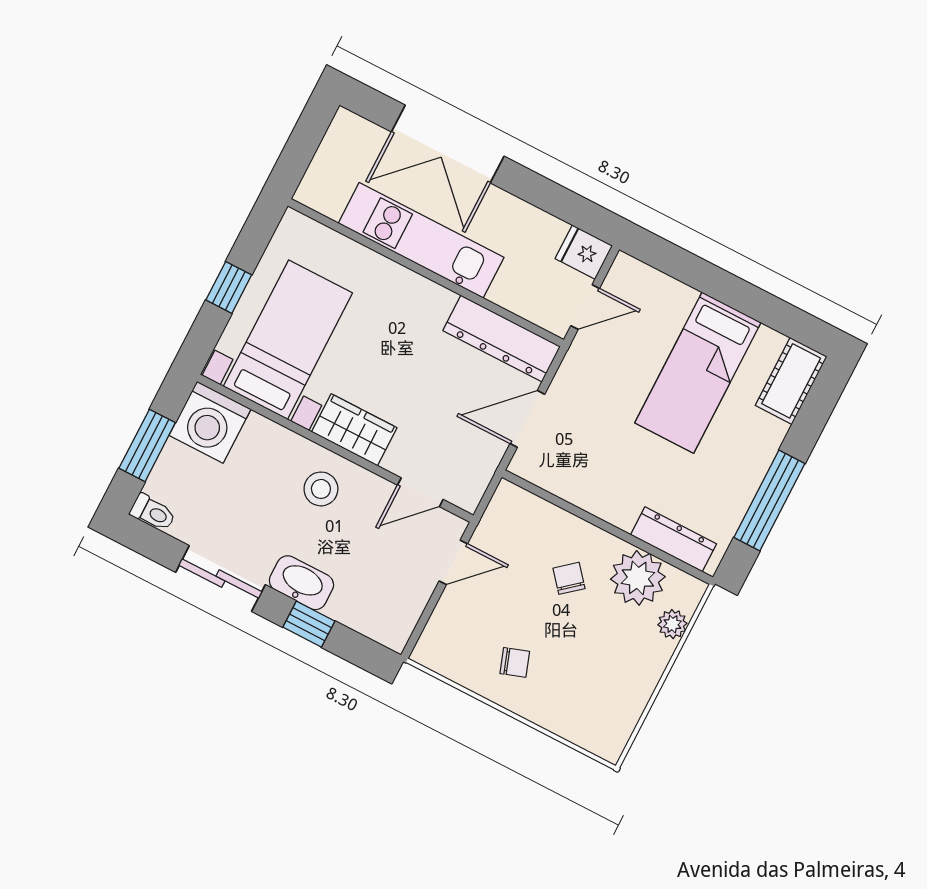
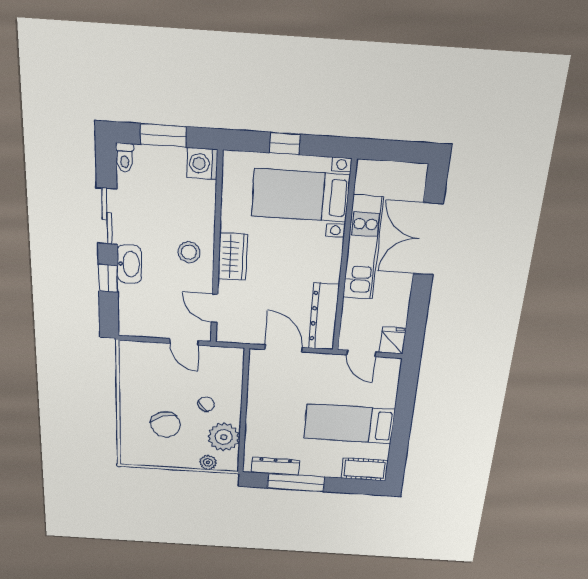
bed with nightstands: (288, 340) -> (301, 195), moved, turned 180
washing machine: (210, 422) -> (202, 163), width x0.73, depth x0.73
dresser: (674, 539) -> (275, 466), moved, turned -90
chair: (515, 662) -> (166, 424), moved, width x1.87, depth x1.87

